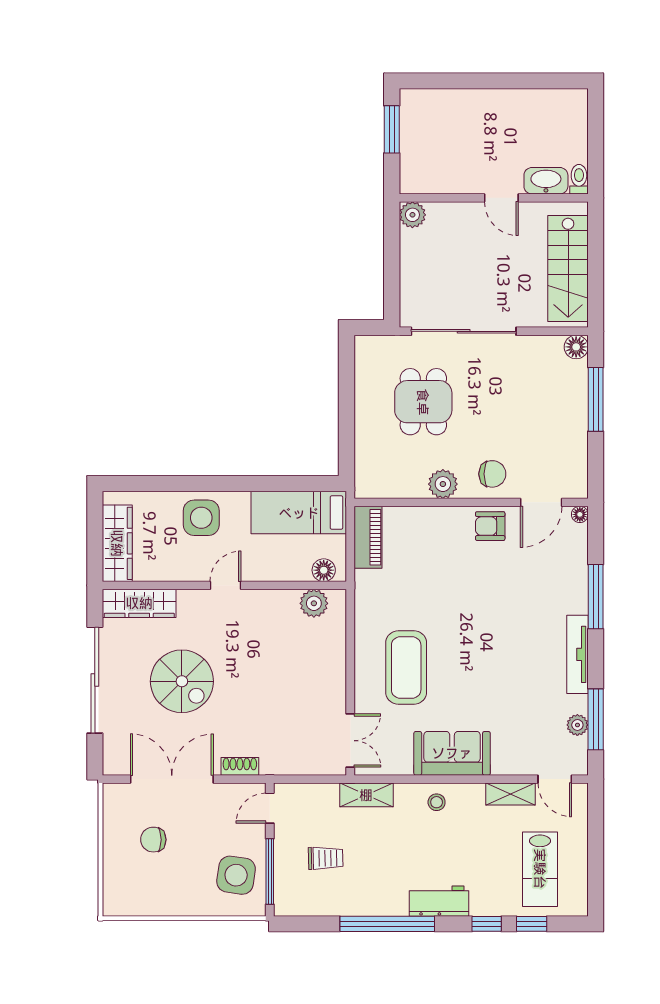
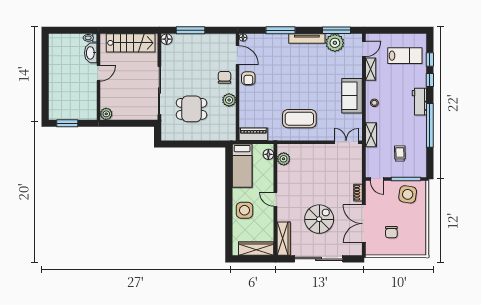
coffee table: (406, 667) -> (299, 119), moved
plant: (577, 725) -> (335, 43), width x1.87, depth x1.87

